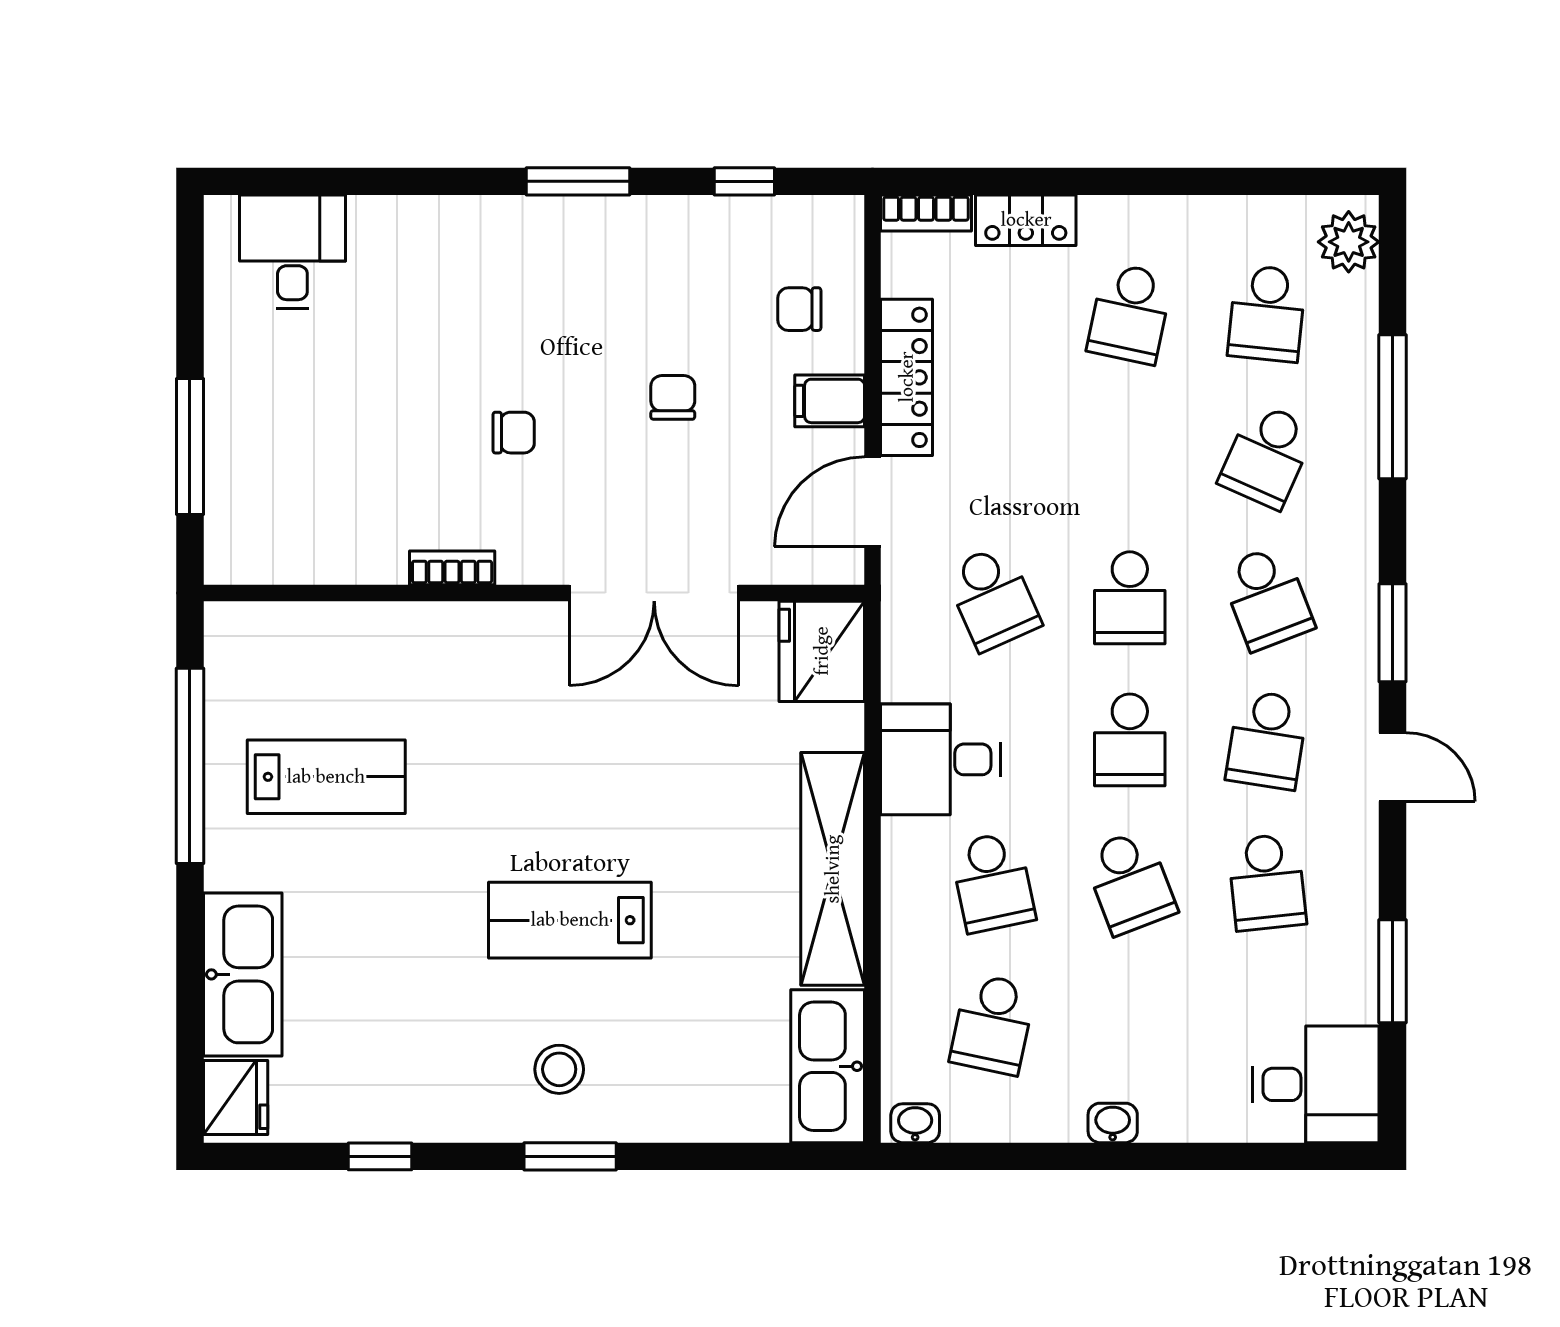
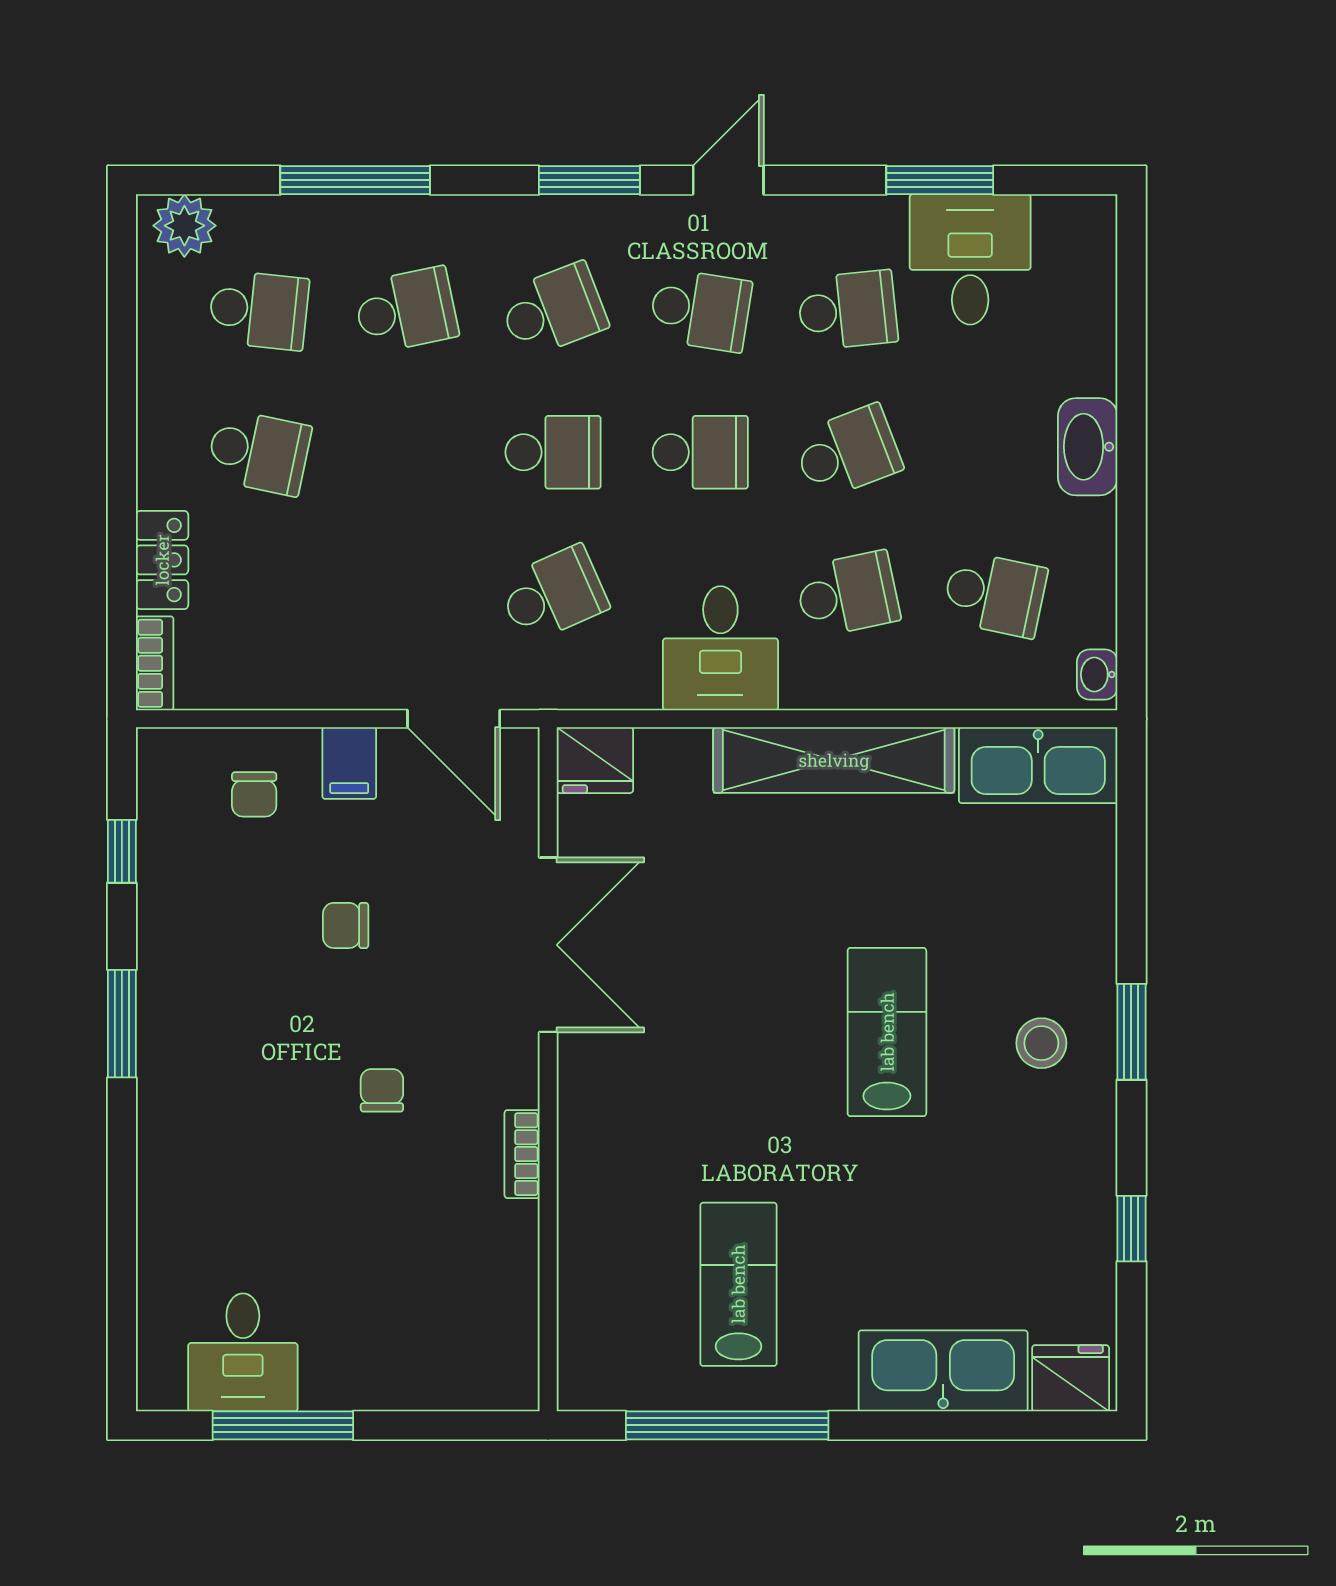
desk: (292, 252) -> (243, 1352), moved, turned -90
locker: (907, 377) -> (325, 683), removed
window: (190, 447) -> (283, 1425), moved
school desk: (1267, 456) -> (406, 310), turned -36
fridge: (822, 651) -> (595, 760), width x0.73, depth x0.75
lab bench: (570, 920) -> (887, 1032), turned 180
desk: (1316, 1084) -> (970, 259), moved
washbasin: (1113, 1123) -> (1088, 447), width x1.91, depth x1.45

